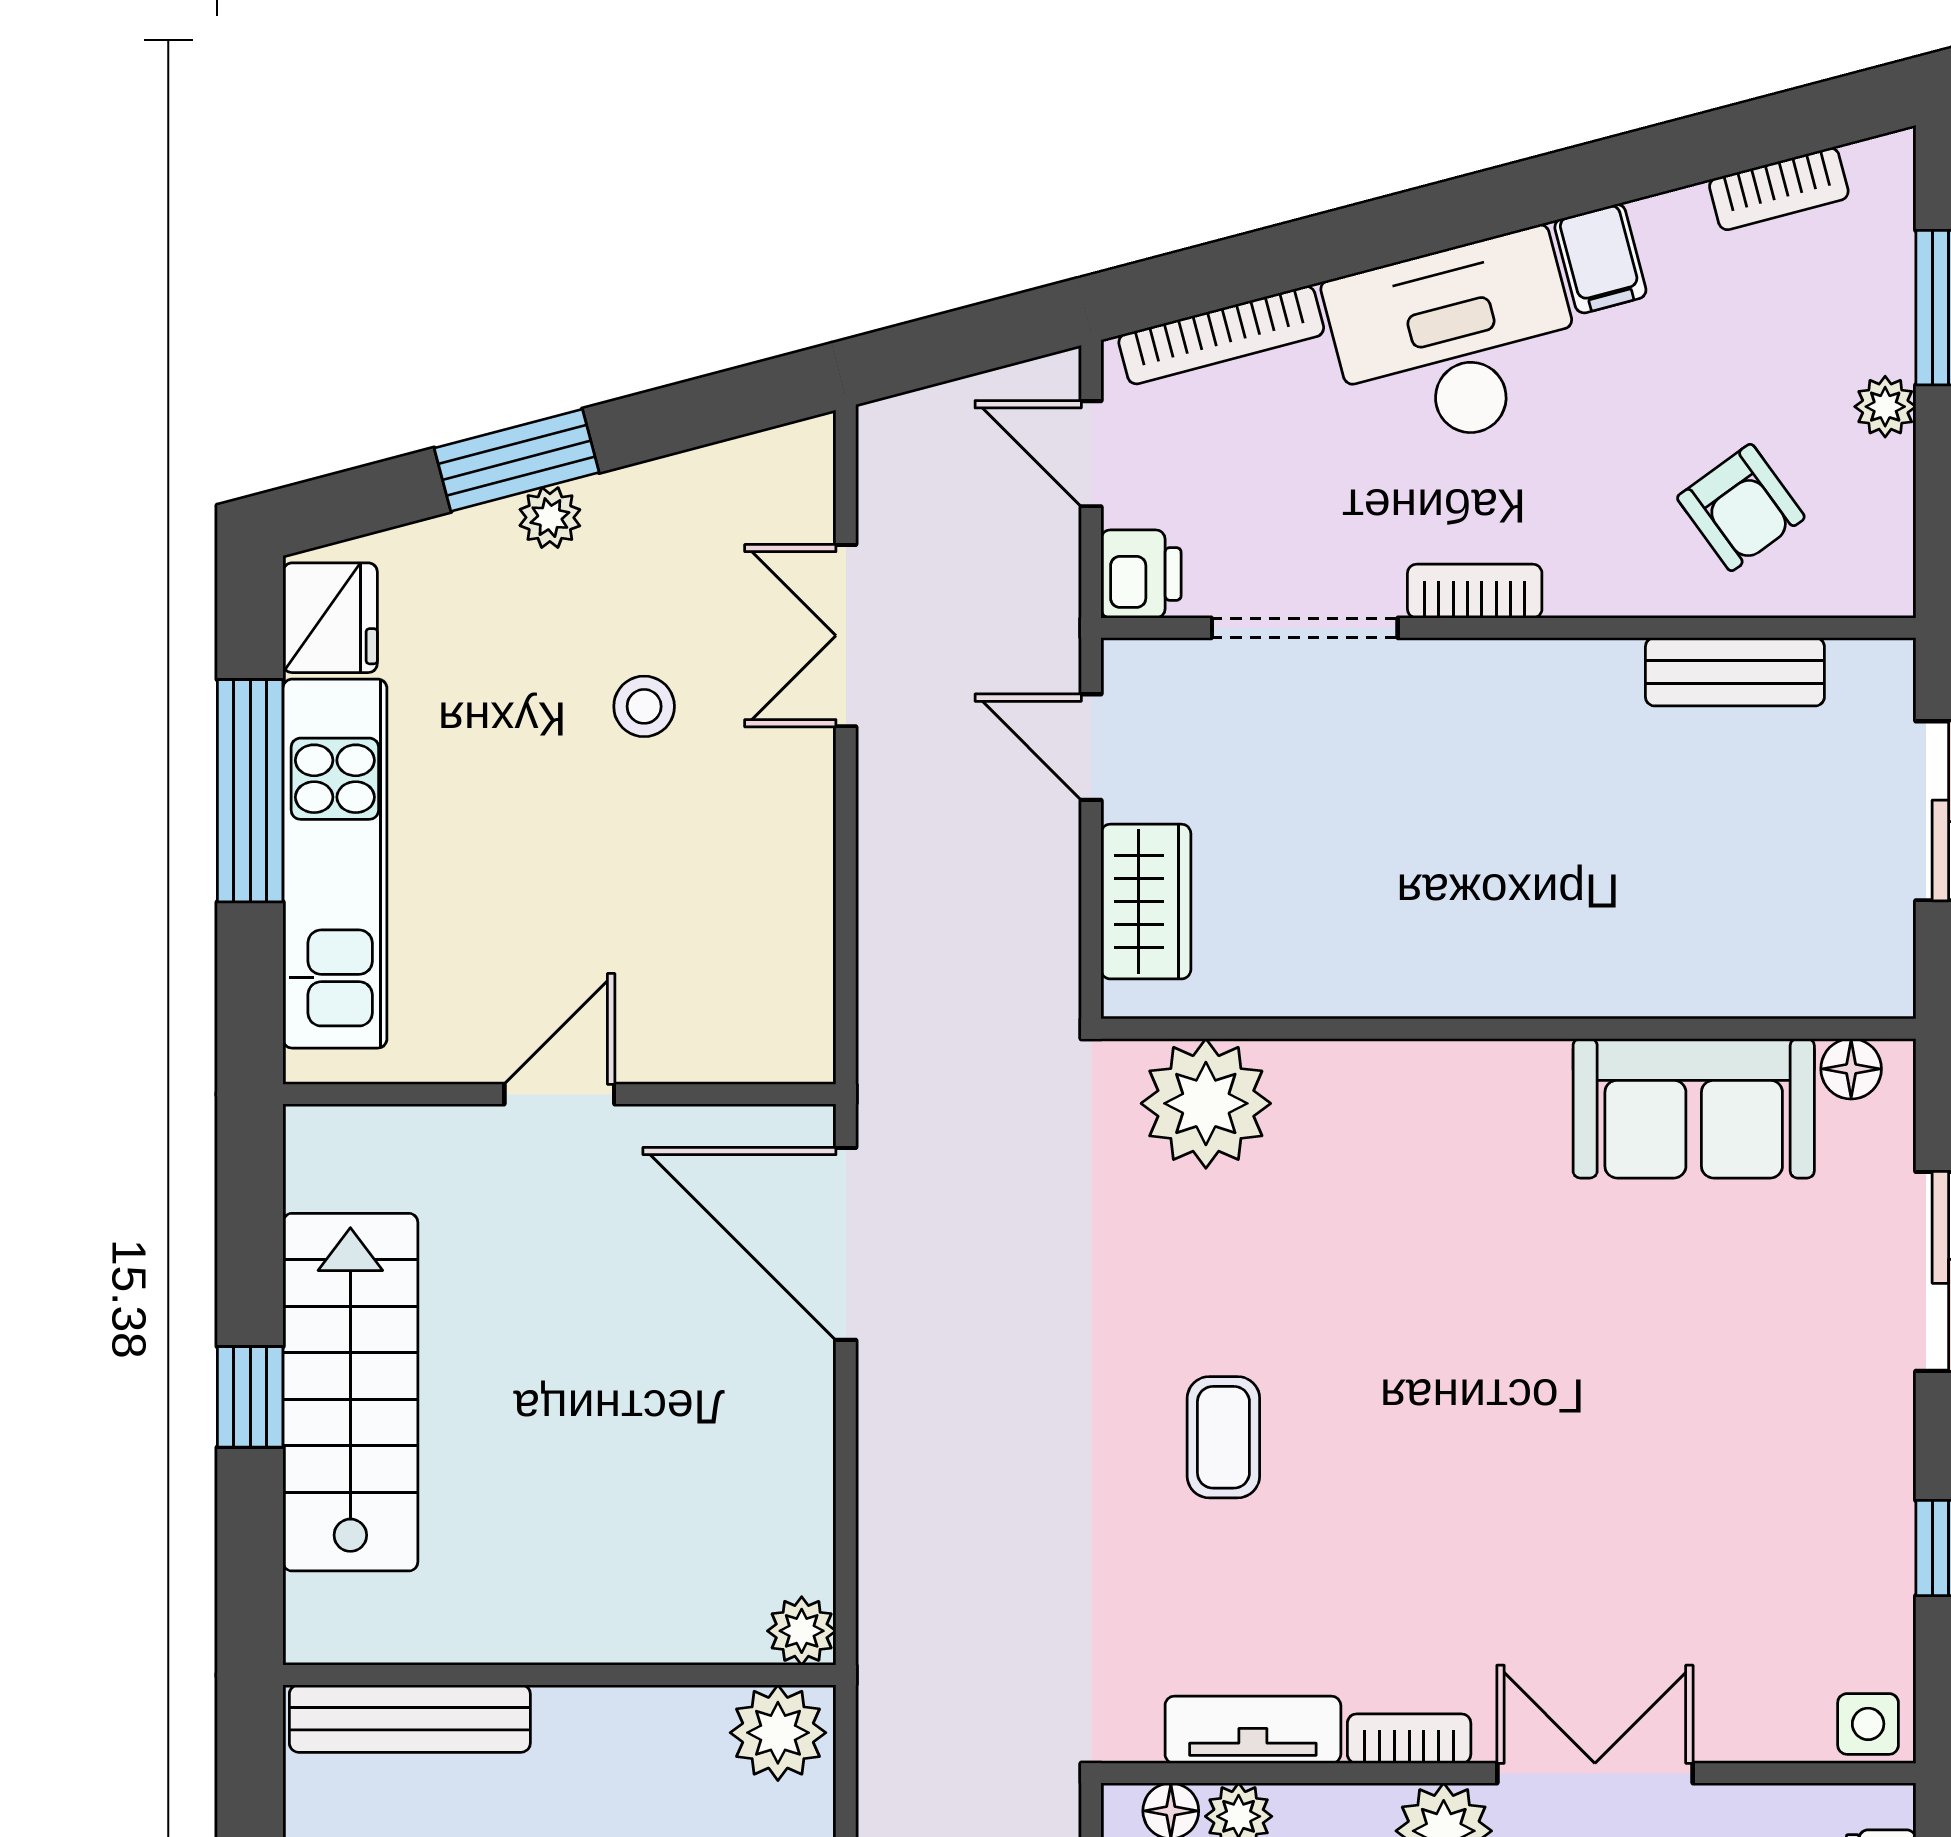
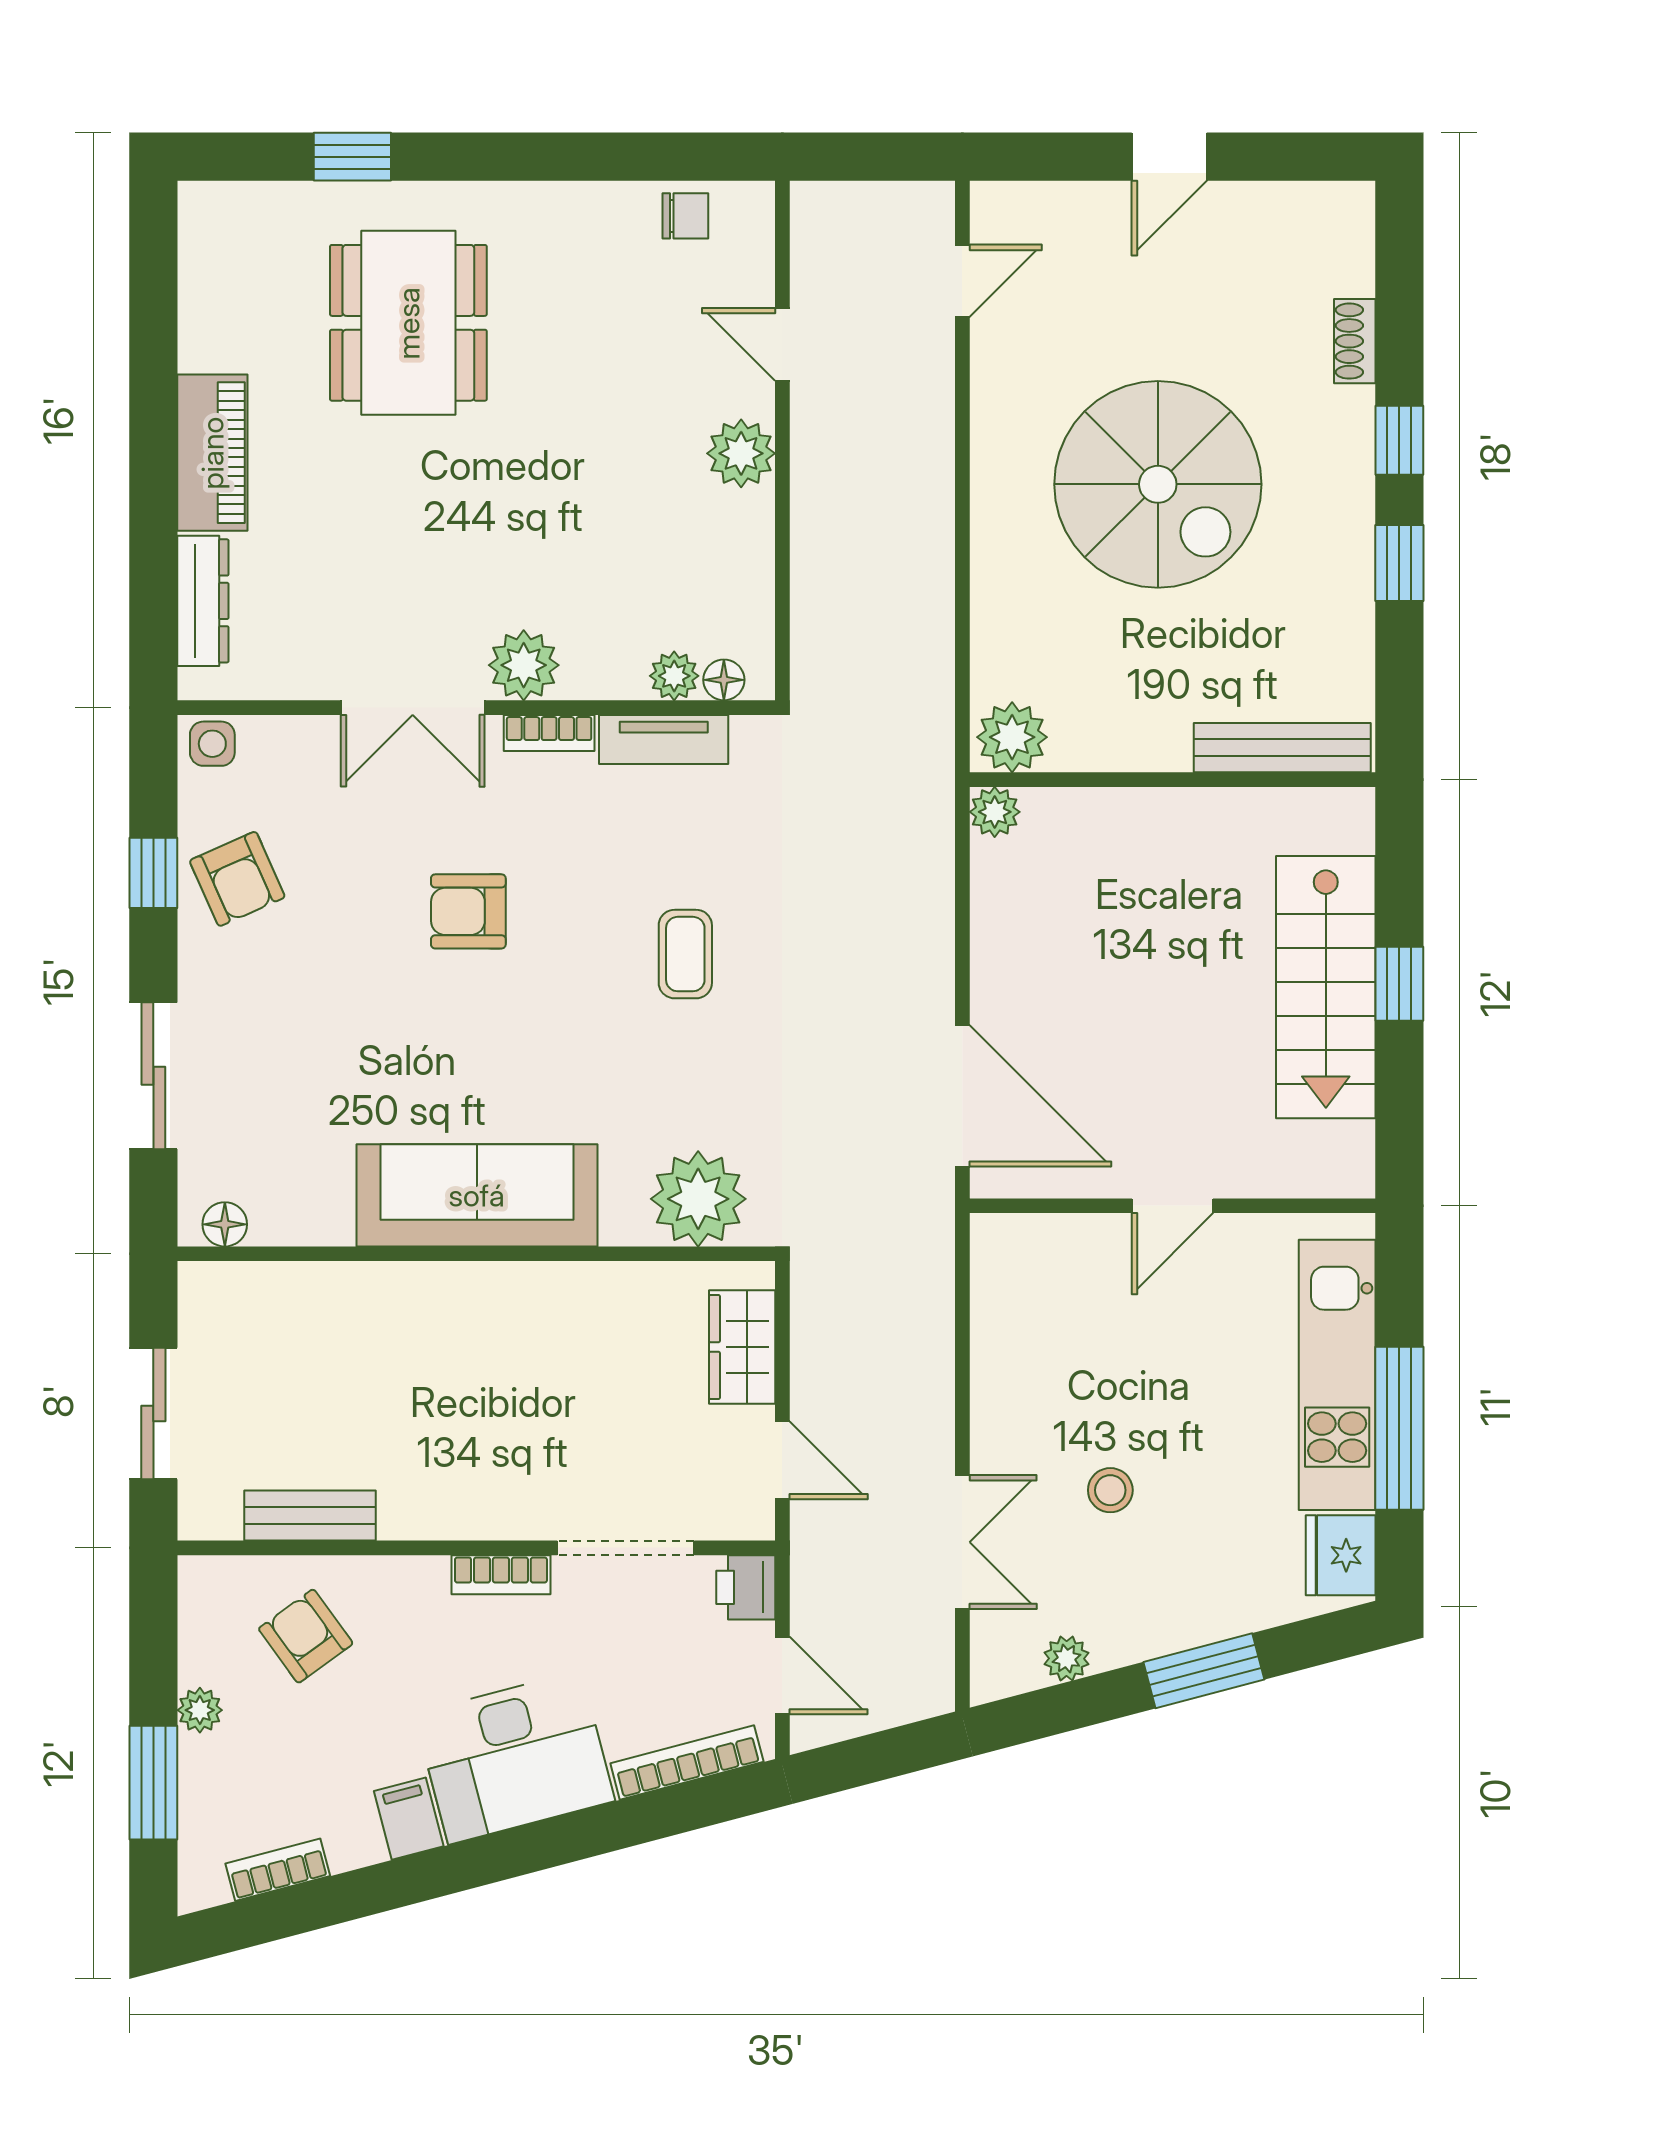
plant: (550, 518) -> (1067, 1658), moved
sofa: (1694, 1108) -> (477, 1195), moved, width x1.36
armchair: (1519, 1495) -> (468, 911), added
armchair: (1834, 1540) -> (237, 879), added

